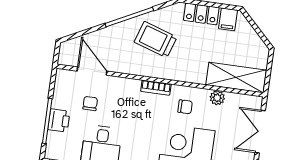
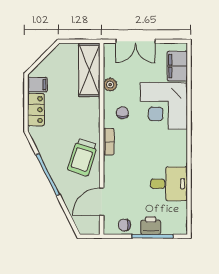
trolley: (156, 40) -> (83, 157), moved
chair: (90, 103) -> (124, 225), moved

